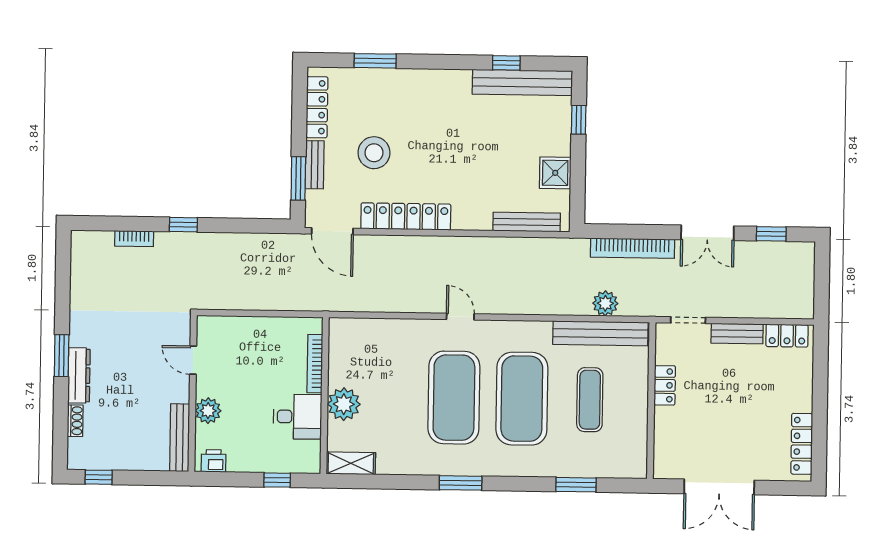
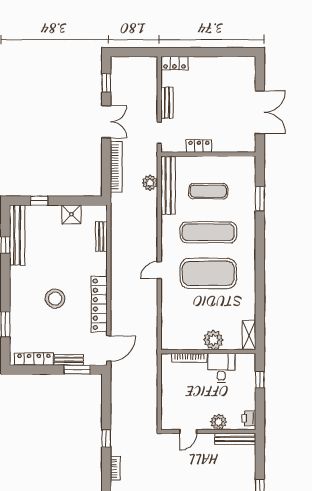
stool: (374, 153) -> (55, 299), moved
bench: (527, 222) -> (101, 237), width x0.73
locker: (787, 336) -> (174, 63), moved, turned 90
exercise mat: (522, 399) -> (208, 232), width x0.68
locker: (802, 444) -> (233, 63), removed
window: (461, 483) -> (260, 269), removed

